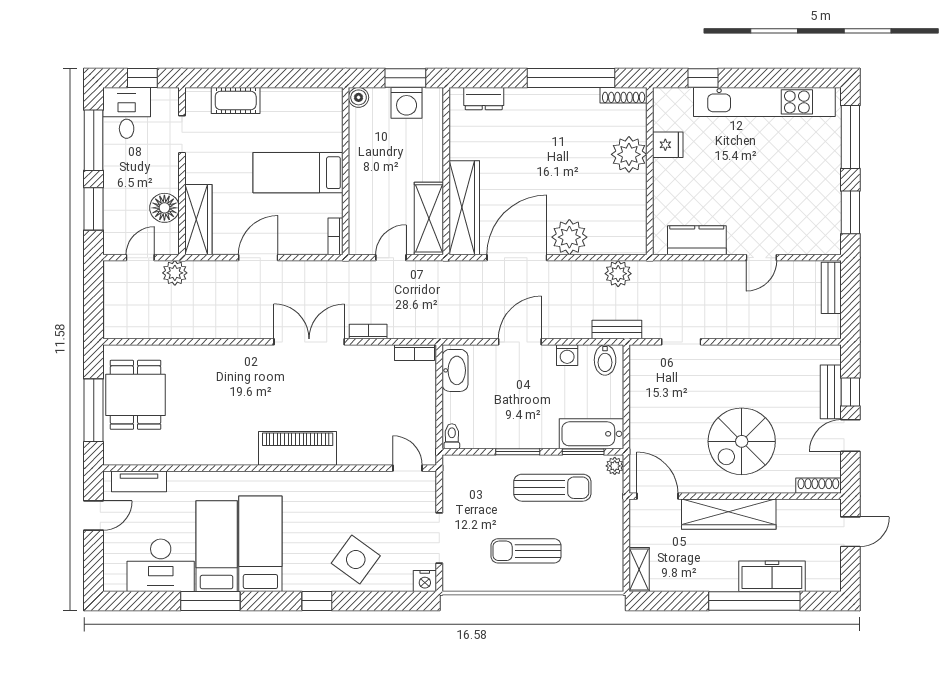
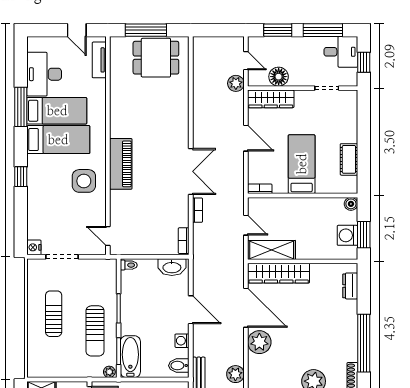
cot: (236, 101) -> (349, 159), moved
door: (408, 468) -> (108, 236), swing flipped
side table: (356, 559) -> (84, 181), moved, turned -36

